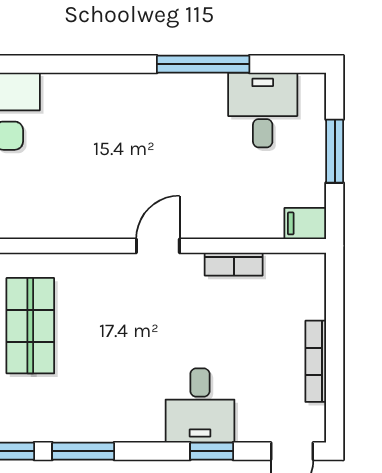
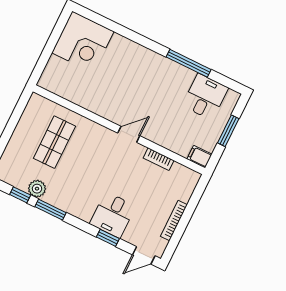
plant: (40, 425) -> (37, 189), added

